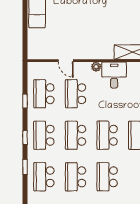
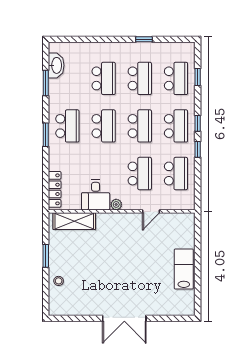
door: (66, 61) -> (151, 211), swing flipped
window: (25, 101) -> (198, 149), moved
window: (25, 167) -> (198, 77), moved

